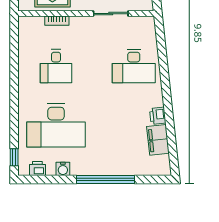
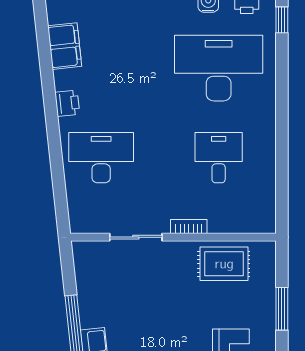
bookcase: (57, 21) -> (189, 226), moved
printer: (158, 116) -> (67, 103), moved

